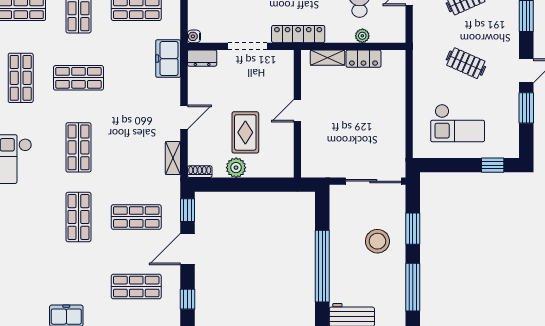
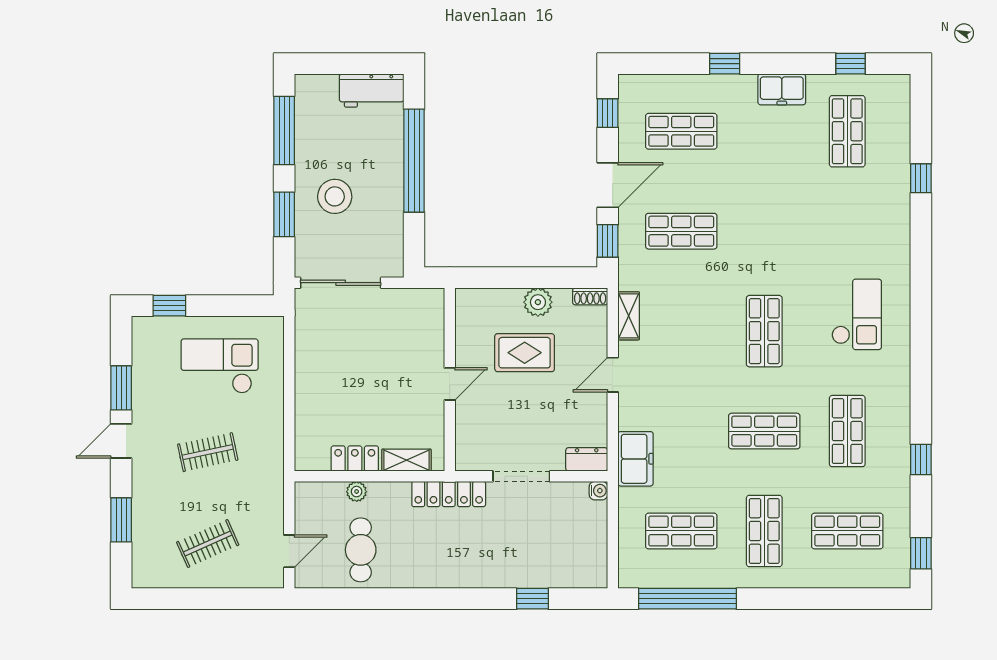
clothes rail: (466, 63) -> (208, 452), turned -36
rug: (245, 132) -> (525, 353), turned 90
shop shelf: (78, 217) -> (847, 131), moved

